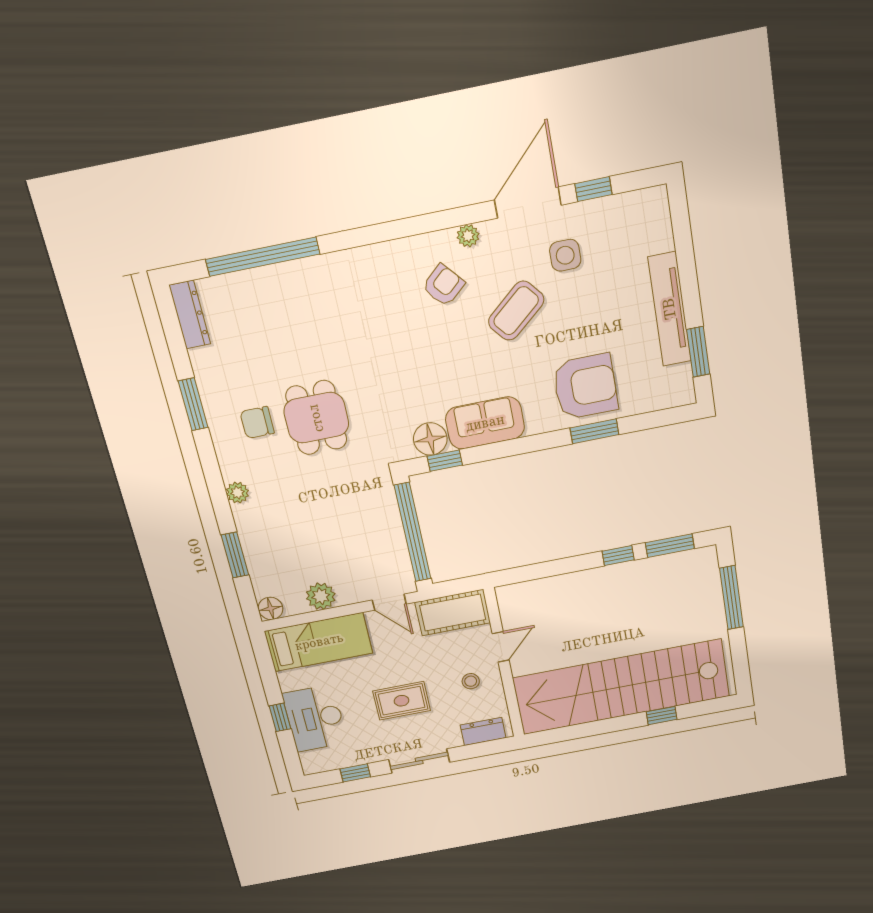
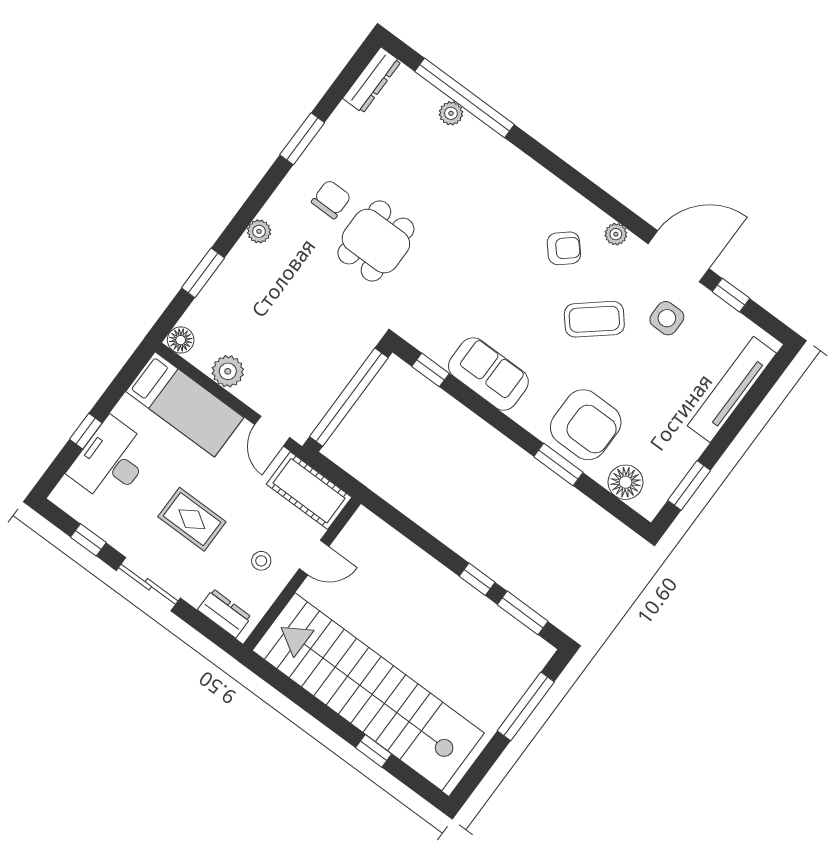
plant: (266, 278) -> (451, 113), added
tv unit: (670, 309) -> (732, 390), moved
chair: (257, 422) -> (331, 199), turned 90
floor lamp: (430, 439) -> (626, 482), moved

